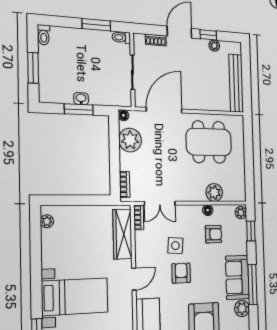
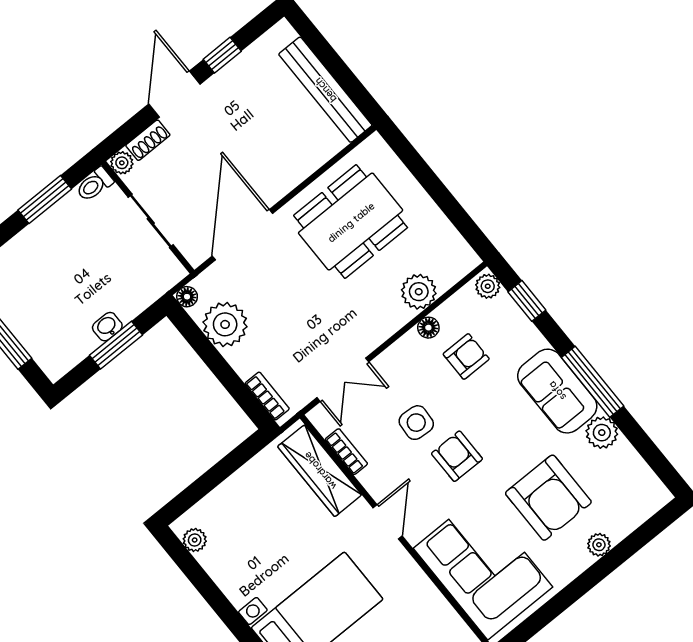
plant: (214, 46) -> (122, 163), moved
bookcase: (139, 217) -> (346, 452), moved

